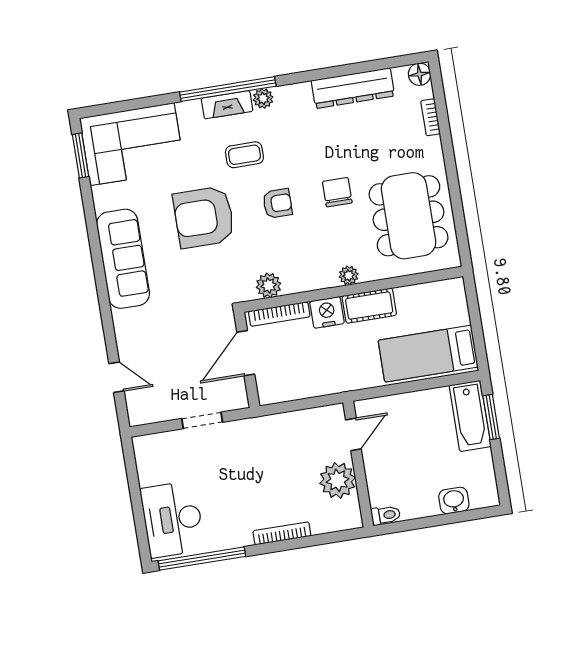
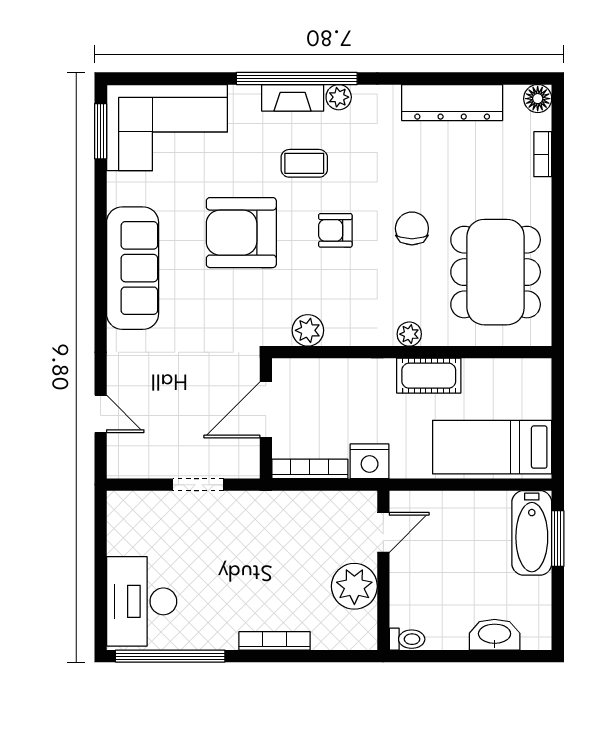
armchair: (277, 203) -> (335, 230), turned 180
nightstand: (327, 312) -> (370, 461), moved, turned 180
bookcase: (279, 314) -> (310, 469), moved, turned 180
washbasin: (454, 501) -> (495, 635), width x1.38

